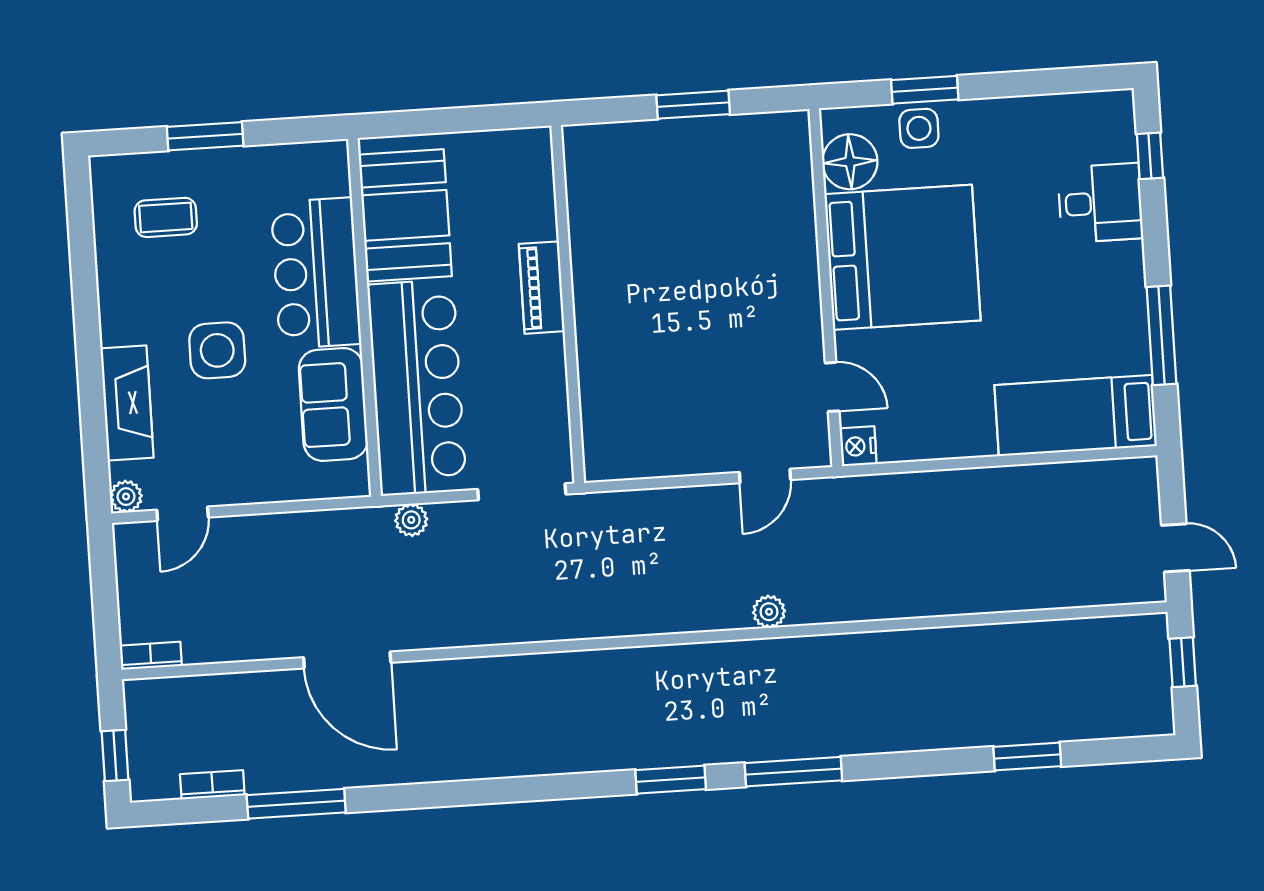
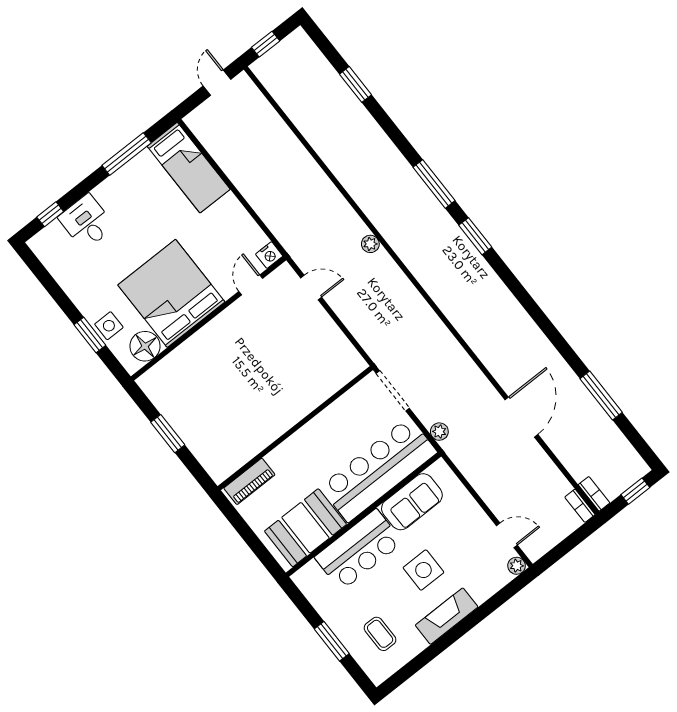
piano: (542, 288) -> (249, 481), moved
fireplace: (127, 403) -> (447, 616), moved
bookcase: (212, 785) -> (594, 494), moved, turned 180

